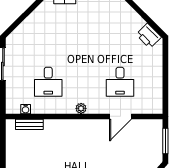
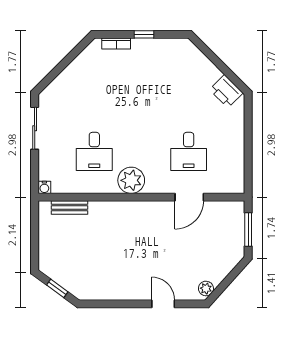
plant: (81, 108) -> (131, 180), width x1.88, depth x1.88
water cooler: (26, 109) -> (44, 187), moved

